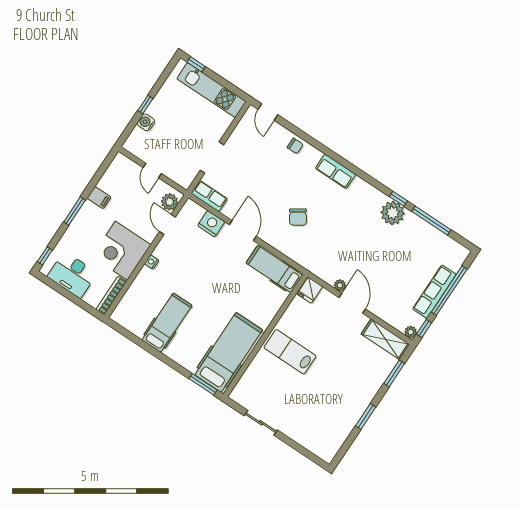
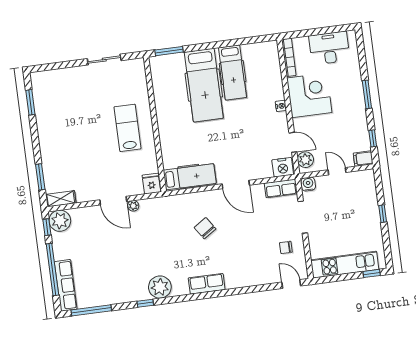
water cooler: (146, 122) -> (308, 184), moved, turned -90
chair: (295, 146) -> (286, 247), moved
filing cabinet: (99, 198) -> (363, 159), moved
plant: (393, 213) -> (160, 287), moved
window: (431, 221) -> (91, 310), moved
nightstand: (211, 224) -> (283, 167), moved
window: (45, 256) -> (373, 138), moved
row of seats: (434, 292) -> (66, 285), moved
plant: (411, 332) -> (60, 221), width x1.88, depth x1.88
shelving: (385, 339) -> (61, 199), width x0.67, depth x0.75
hospital bed: (229, 352) -> (204, 85), moved
lab bench: (290, 352) -> (127, 128), turned -90
window: (366, 416) -> (30, 102), moved

